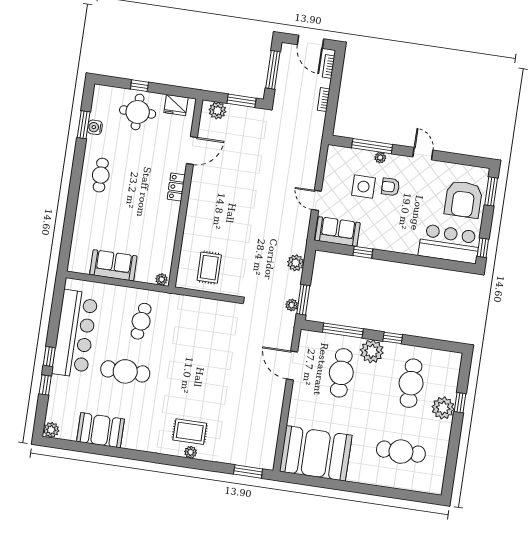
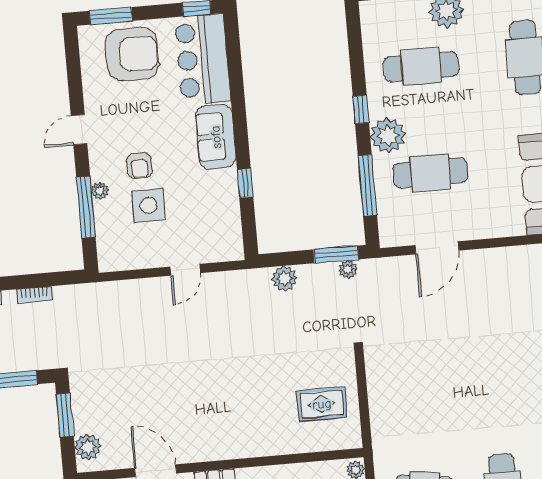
sofa: (338, 231) -> (216, 137), moved

